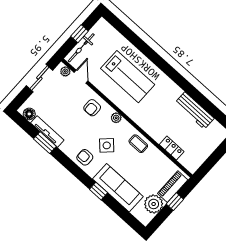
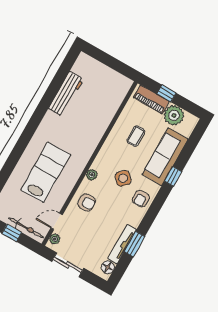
coffee table: (138, 144) -> (136, 136), moved
locker: (172, 148) -> (111, 109), removed

